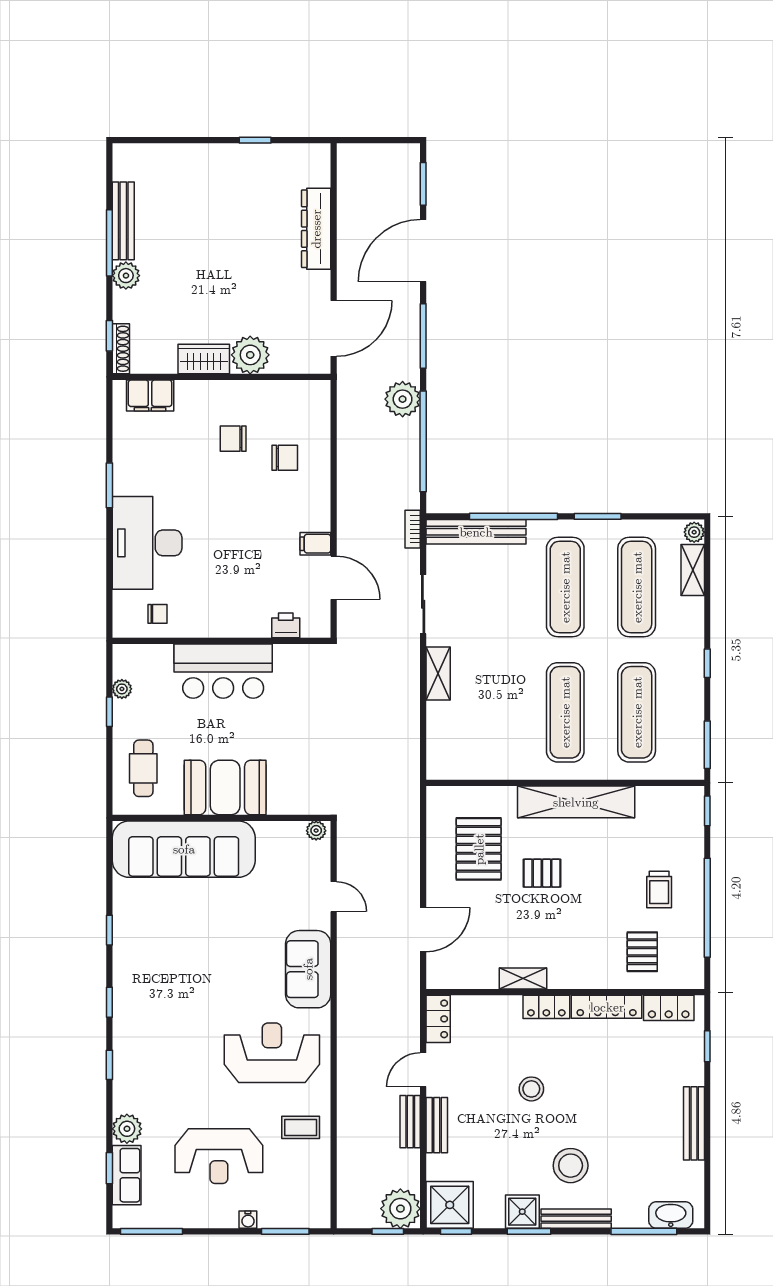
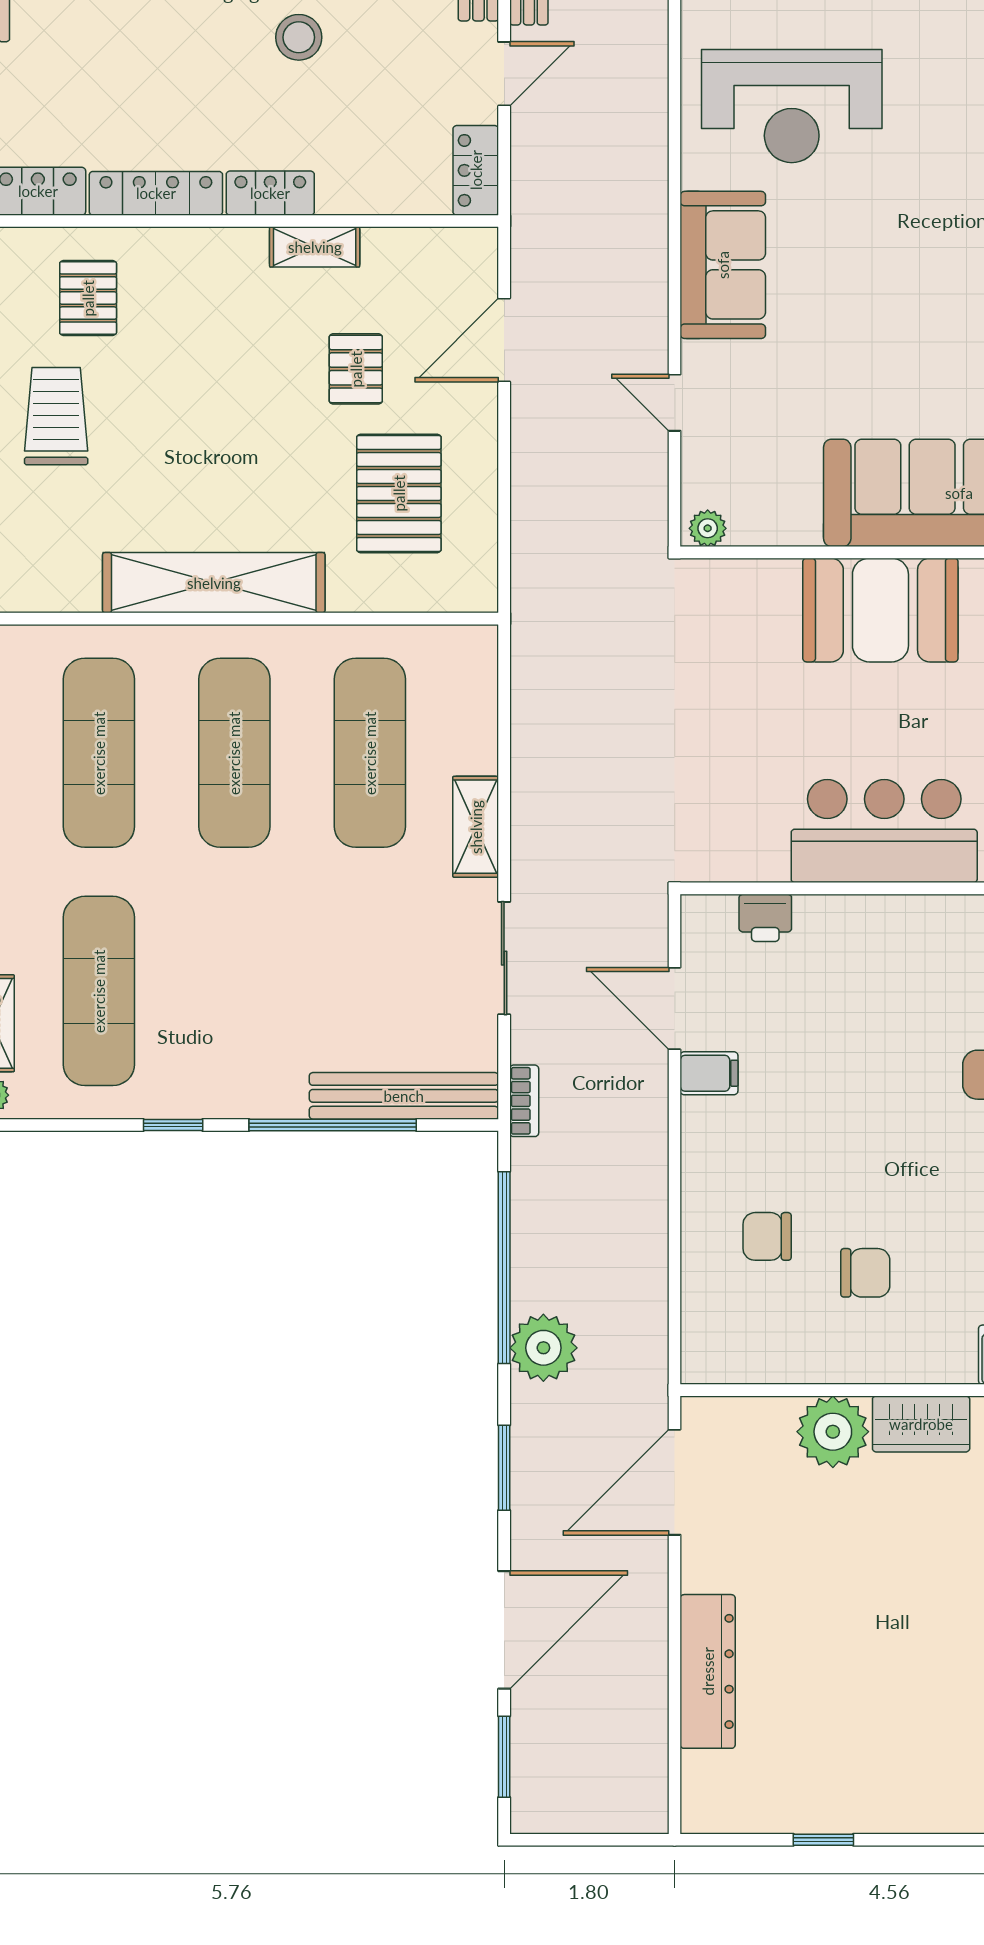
window: (423, 336) -> (504, 1468), width x0.69
window: (598, 516) -> (173, 1125), width x0.67
exercise mat: (565, 587) -> (370, 753), moved
pallet: (542, 873) -> (356, 369), moved, turned 90
trolley: (659, 890) -> (56, 416), width x1.36, depth x1.39

